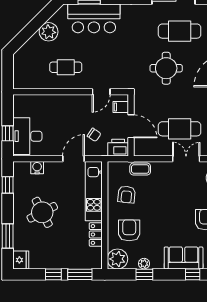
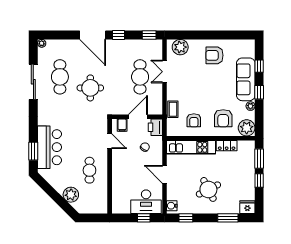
plant: (49, 32) -> (71, 195), moved
door: (73, 159) -> (165, 174), moved
water cooler: (37, 168) -> (172, 206), moved
armchair: (127, 195) -> (194, 120), turned 84
armchair: (129, 230) -> (223, 118), turned -90
sofa: (184, 258) -> (246, 79), width x1.36
window: (144, 274) -> (259, 92), moved

